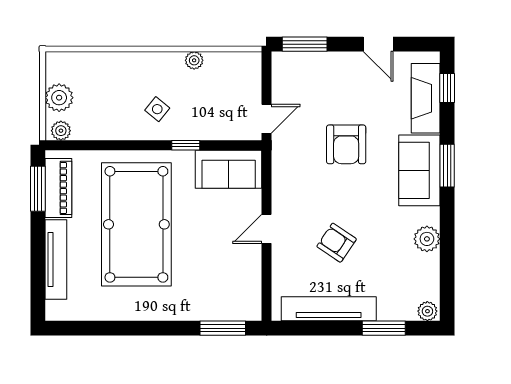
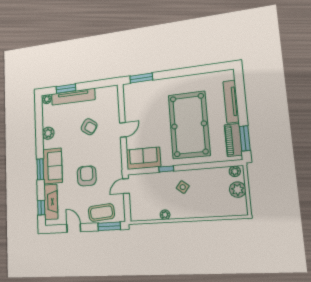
coffee table: (319, 71) -> (101, 212), added
tv unit: (329, 309) -> (73, 97), moved

